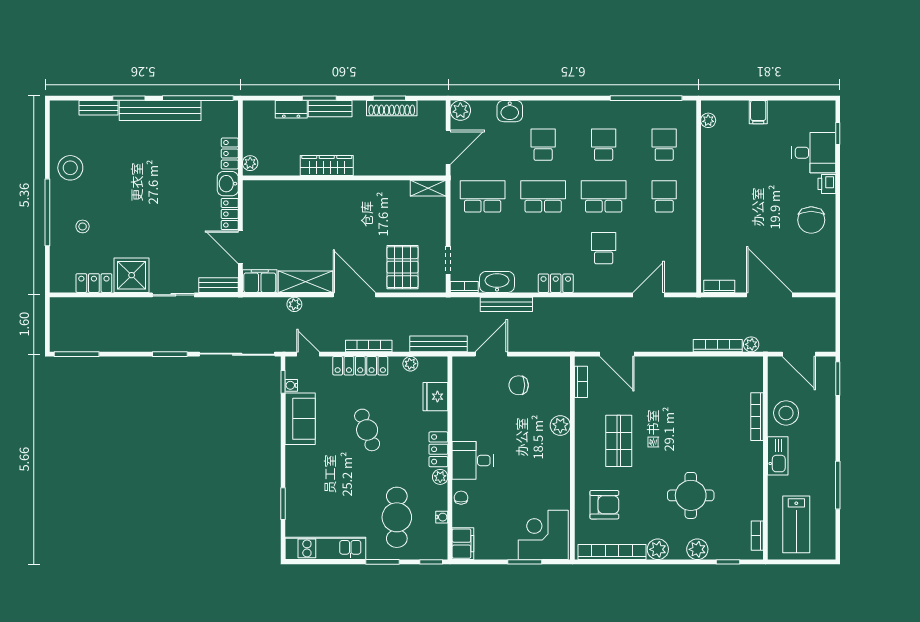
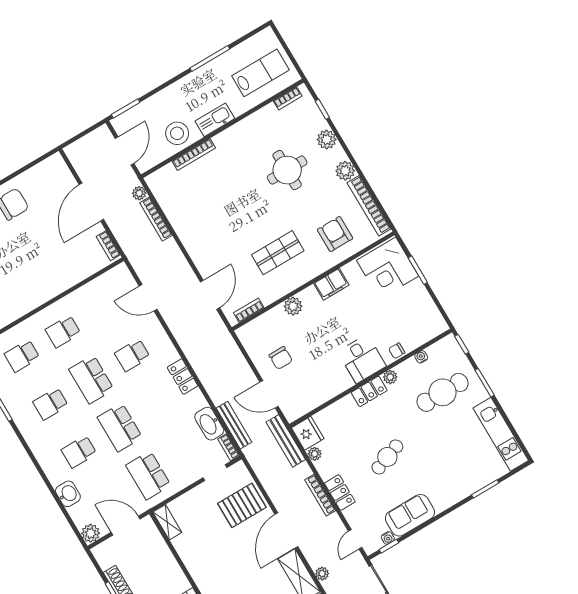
bench: (506, 304) -> (234, 425), moved
locker: (360, 366) -> (340, 492), width x0.66
fridge: (435, 397) -> (308, 433), moved, turned -90
filing cabinet: (463, 544) -> (331, 284), moved, turned 180

